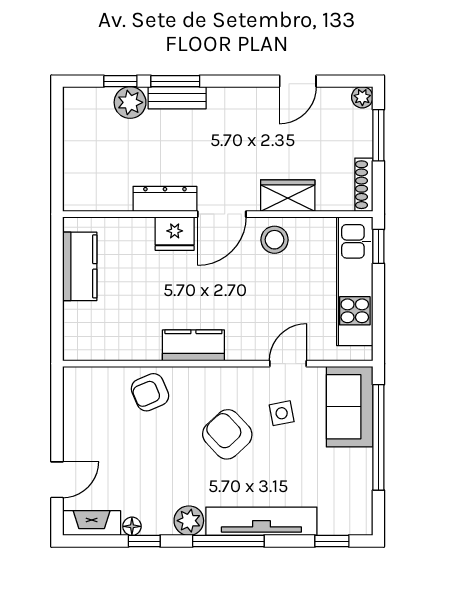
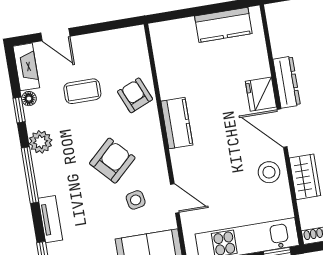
coffee table: (134, 458) -> (82, 91), added
tv unit: (261, 521) -> (50, 219), width x0.52, depth x0.78

